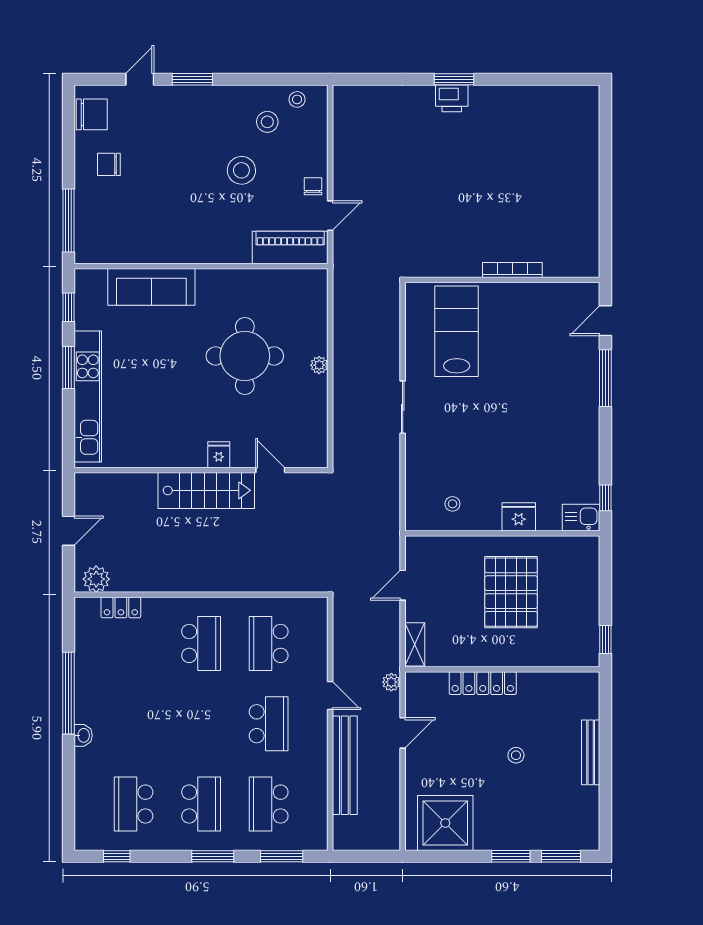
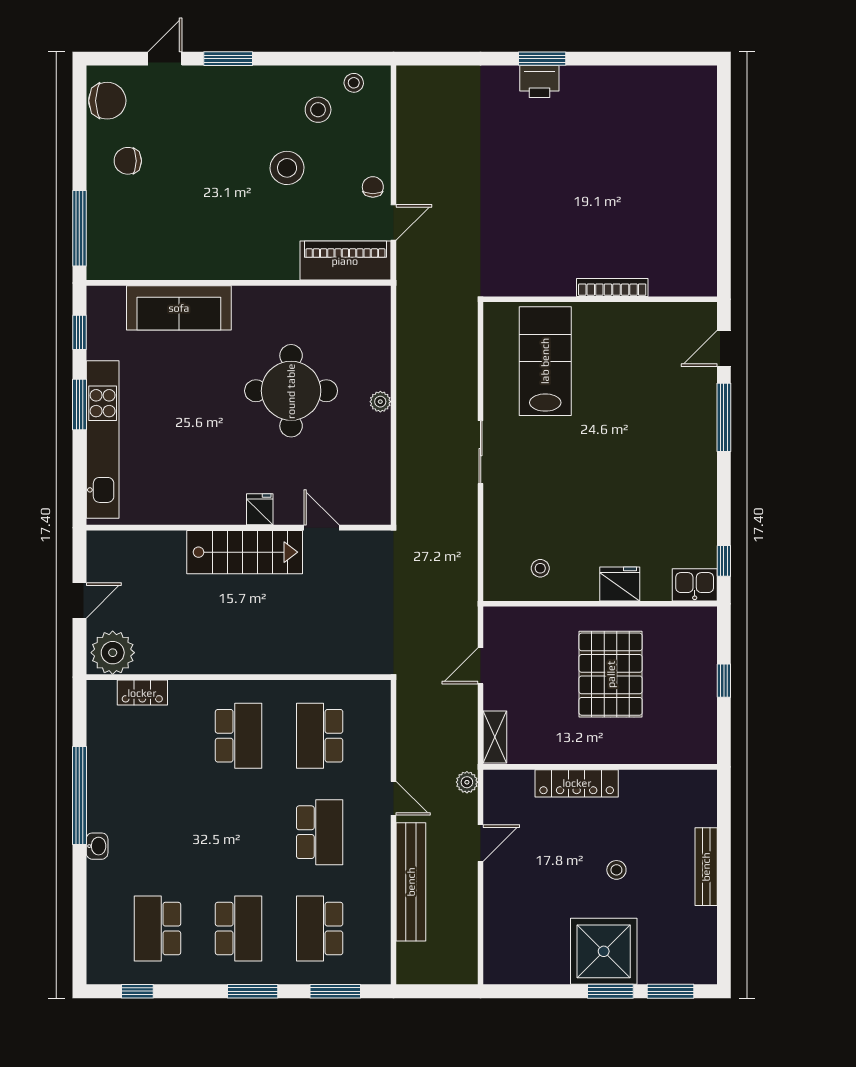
plant: (96, 579) -> (113, 653), width x1.36, depth x1.36
window: (605, 640) -> (724, 681), moved
shower: (445, 823) -> (604, 951), moved

